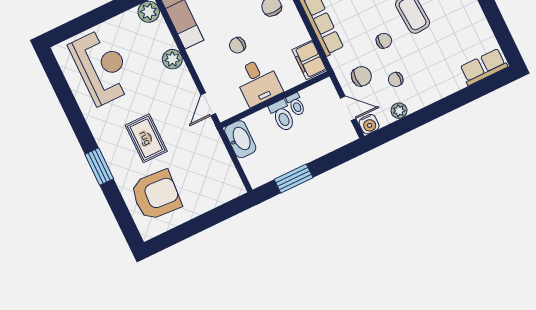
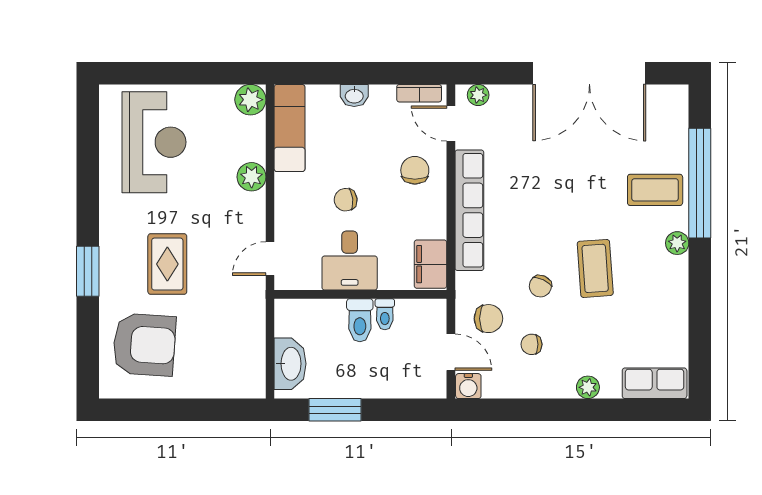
chair: (384, 41) -> (540, 286), turned 115
plant: (399, 111) -> (588, 387), moved
washbasin: (240, 139) -> (290, 364), moved

